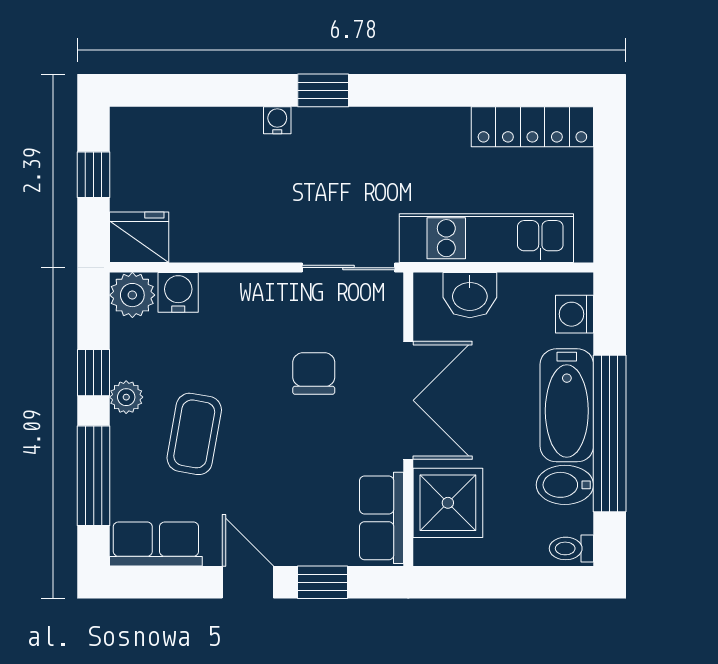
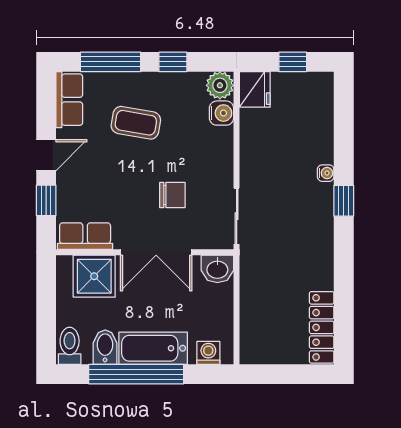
kitchen unit: (486, 238) -> (254, 300), removed
washbasin: (470, 295) -> (217, 269), moved, turned -90
plant: (126, 397) -> (158, 82), removed
toilet: (571, 548) -> (70, 346), width x1.37, depth x1.39

